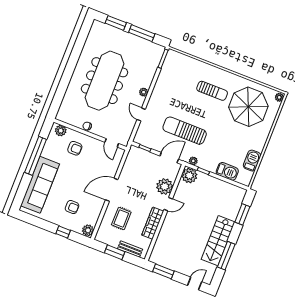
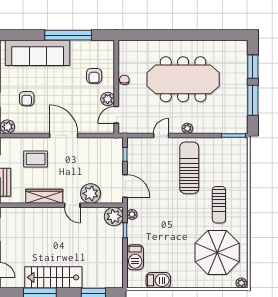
plant: (61, 131) -> (108, 99), moved
sun lounger: (185, 131) -> (189, 168), moved

